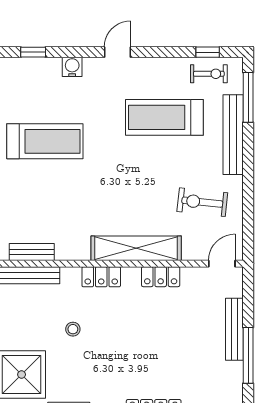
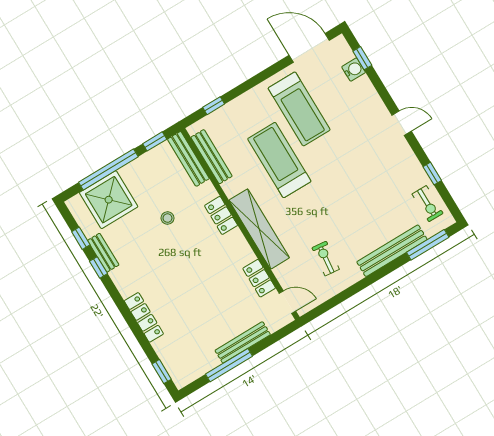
window: (208, 52) -> (432, 174), moved
water cooler: (72, 67) -> (354, 70), moved
treadmill: (164, 117) -> (279, 160), moved
exercise bike: (202, 202) -> (326, 259), width x0.73, depth x0.72
bench: (32, 252) -> (212, 157), width x1.36
locker: (161, 277) -> (259, 278), moved

